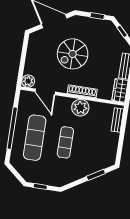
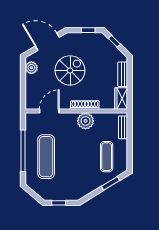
spiral stairs: (73, 54) -> (70, 70), turned 180
plant: (28, 81) -> (31, 68), moved
door: (45, 92) -> (49, 111), swing flipped
exercise mat: (65, 142) -> (107, 157), moved

